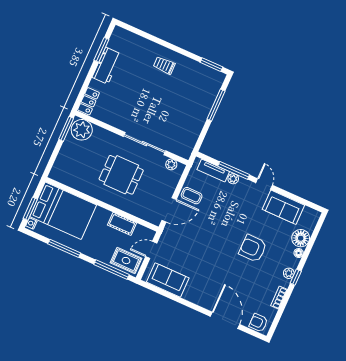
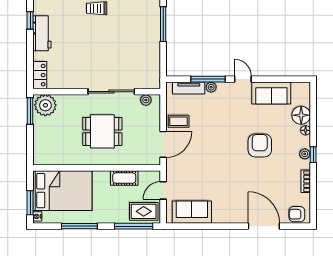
window: (101, 50) -> (30, 20), width x0.67
armchair: (253, 248) -> (260, 145), turned 90

